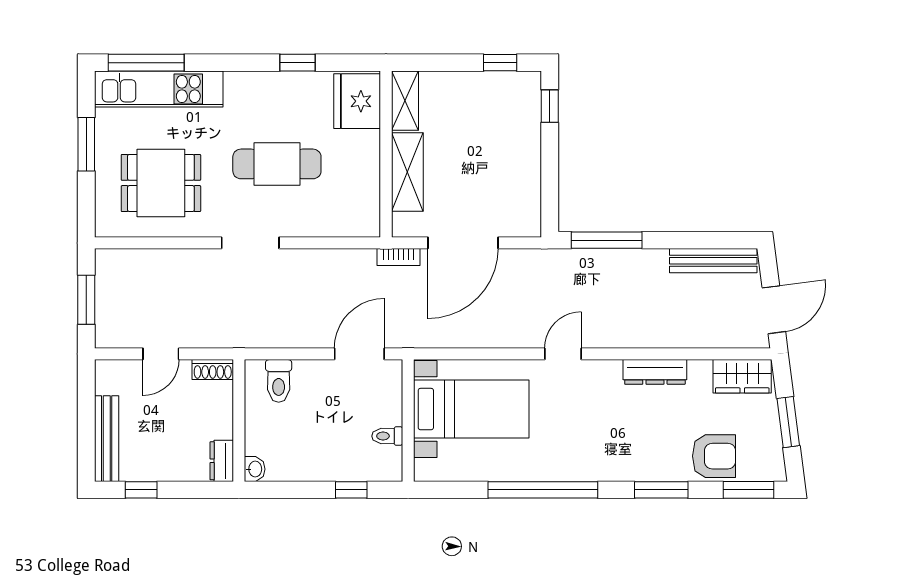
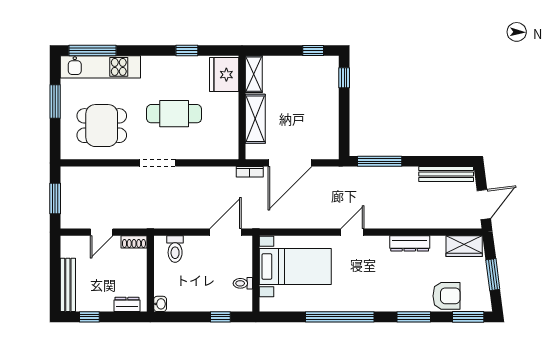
dresser: (222, 461) -> (127, 304), moved, turned 90

